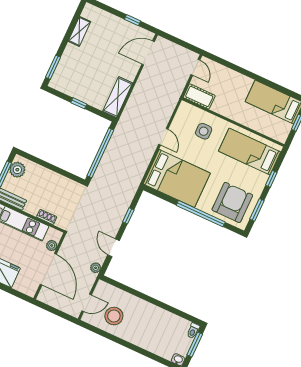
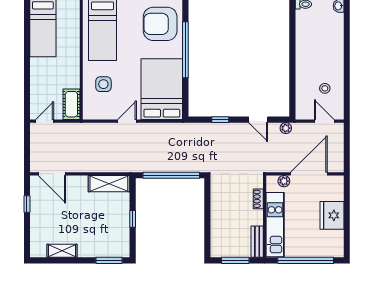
plant: (17, 170) -> (225, 249), removed
door: (114, 248) -> (258, 120), hinge flipped
stool: (114, 316) -> (325, 88), width x0.53, depth x0.53

